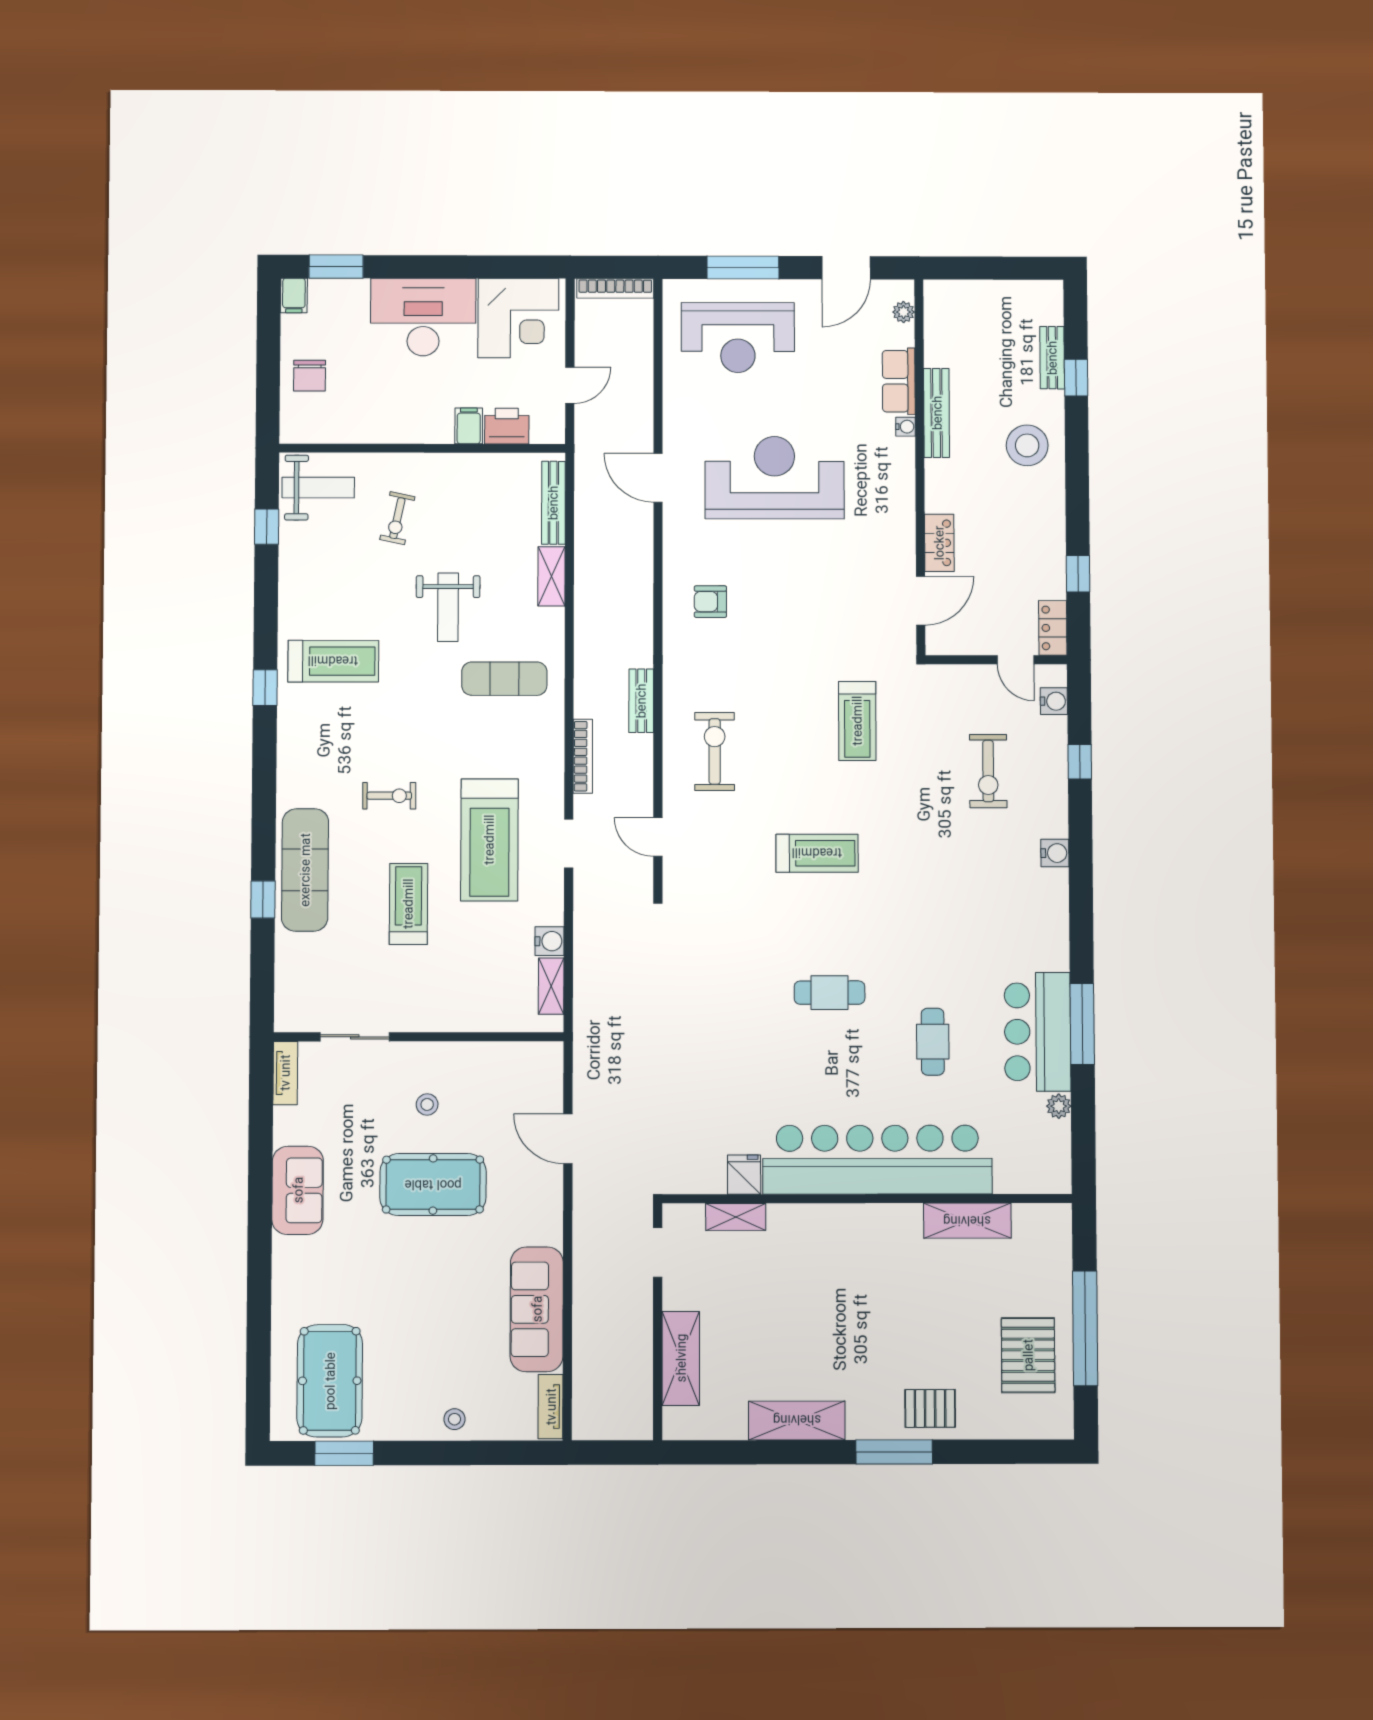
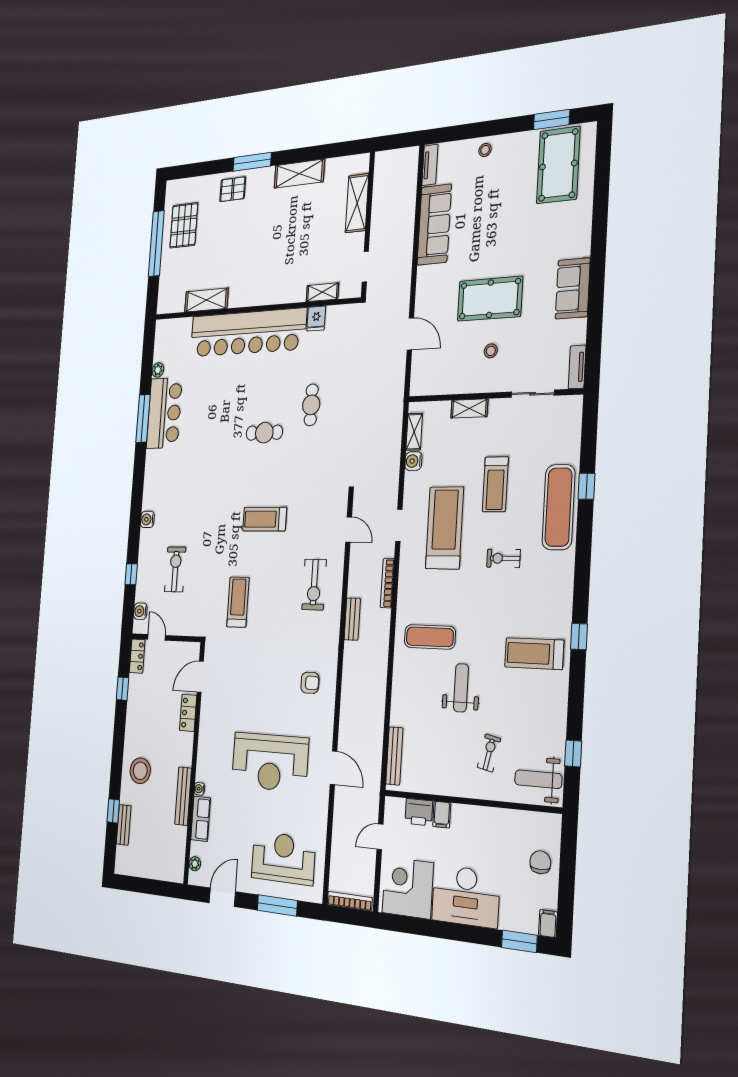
shelving: (551, 576) -> (469, 408), moved, turned 90
cafe table: (933, 1042) -> (311, 405), moved

